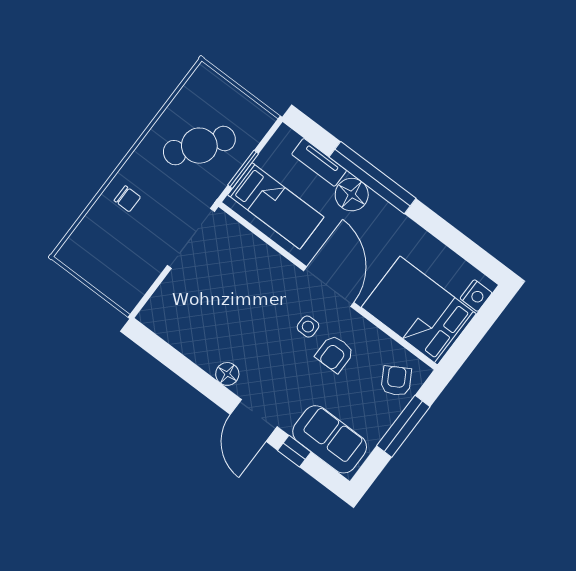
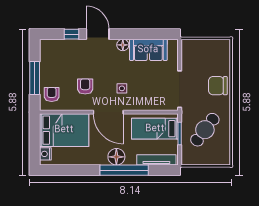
tv unit: (319, 162) -> (156, 160), width x1.41
floor lamp: (352, 195) -> (116, 157), moved
chair: (127, 199) -> (218, 86), width x1.87, depth x1.87
side table: (308, 327) -> (122, 88), moved
armchair: (396, 381) -> (52, 94), turned -150
sofa: (330, 439) -> (148, 50), moved

